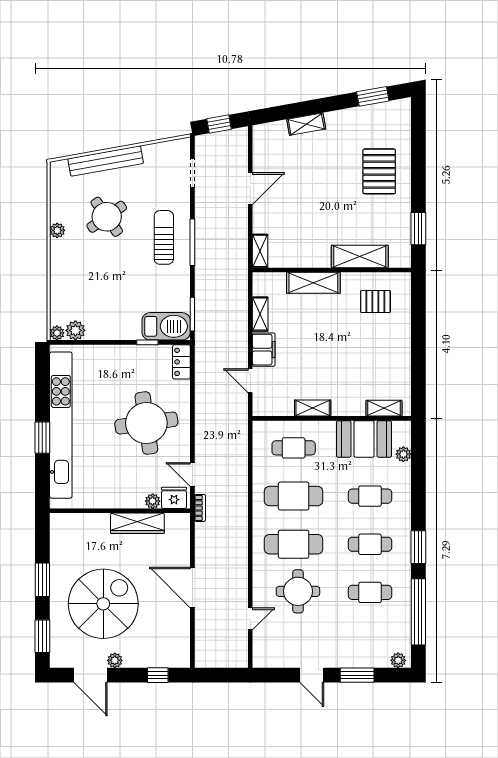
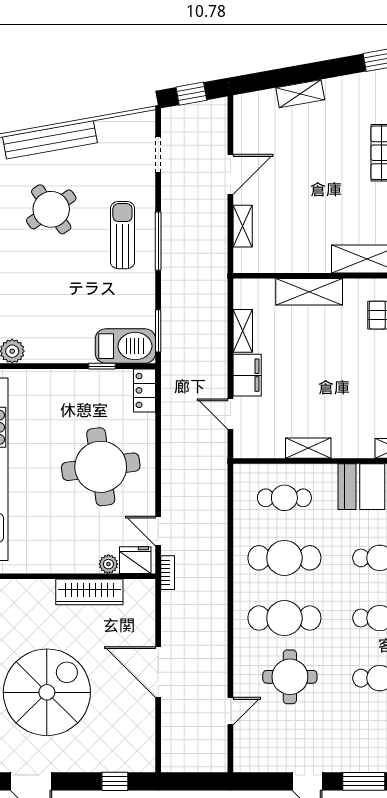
shelving: (260, 251) -> (243, 226), moved
plant: (115, 660) -> (61, 763), removed

